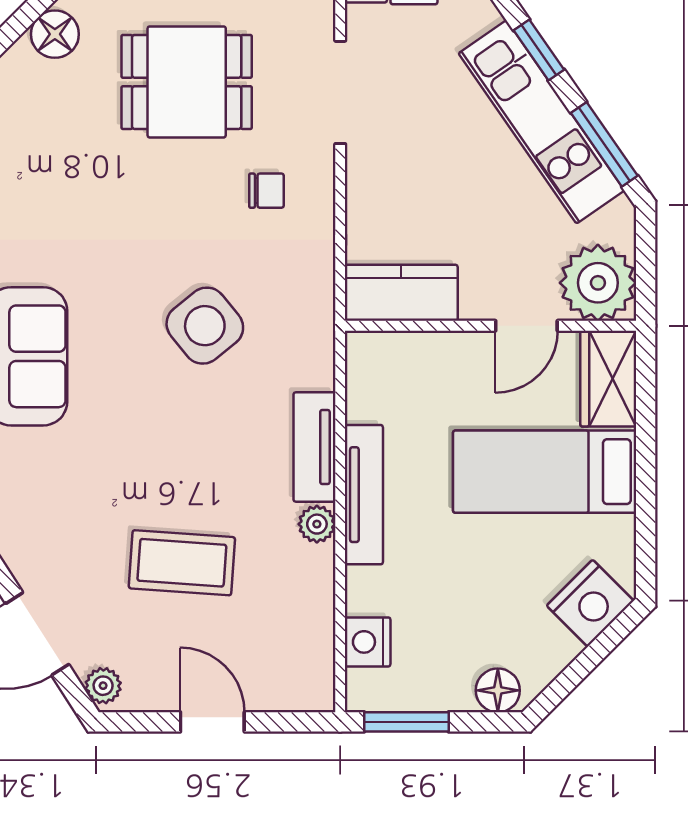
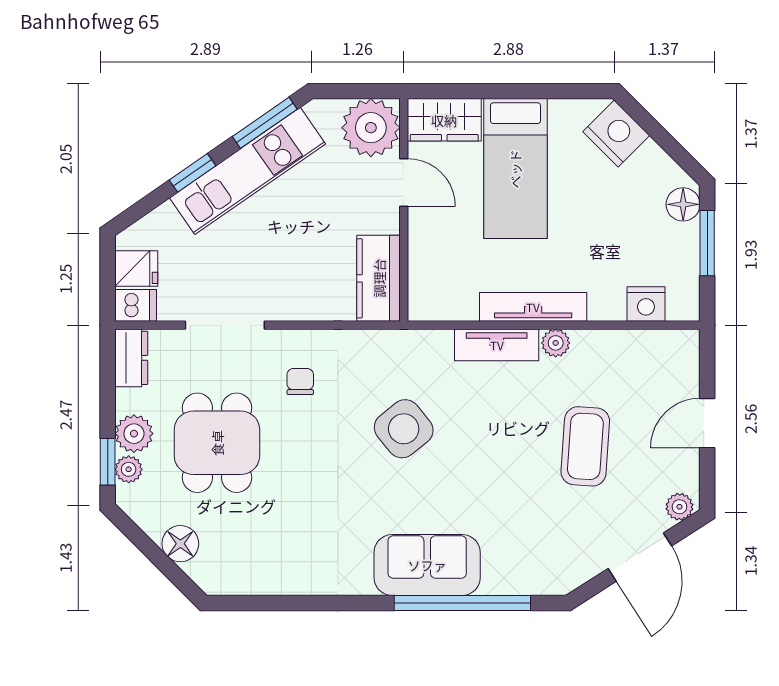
window: (406, 722) -> (707, 243), moved

